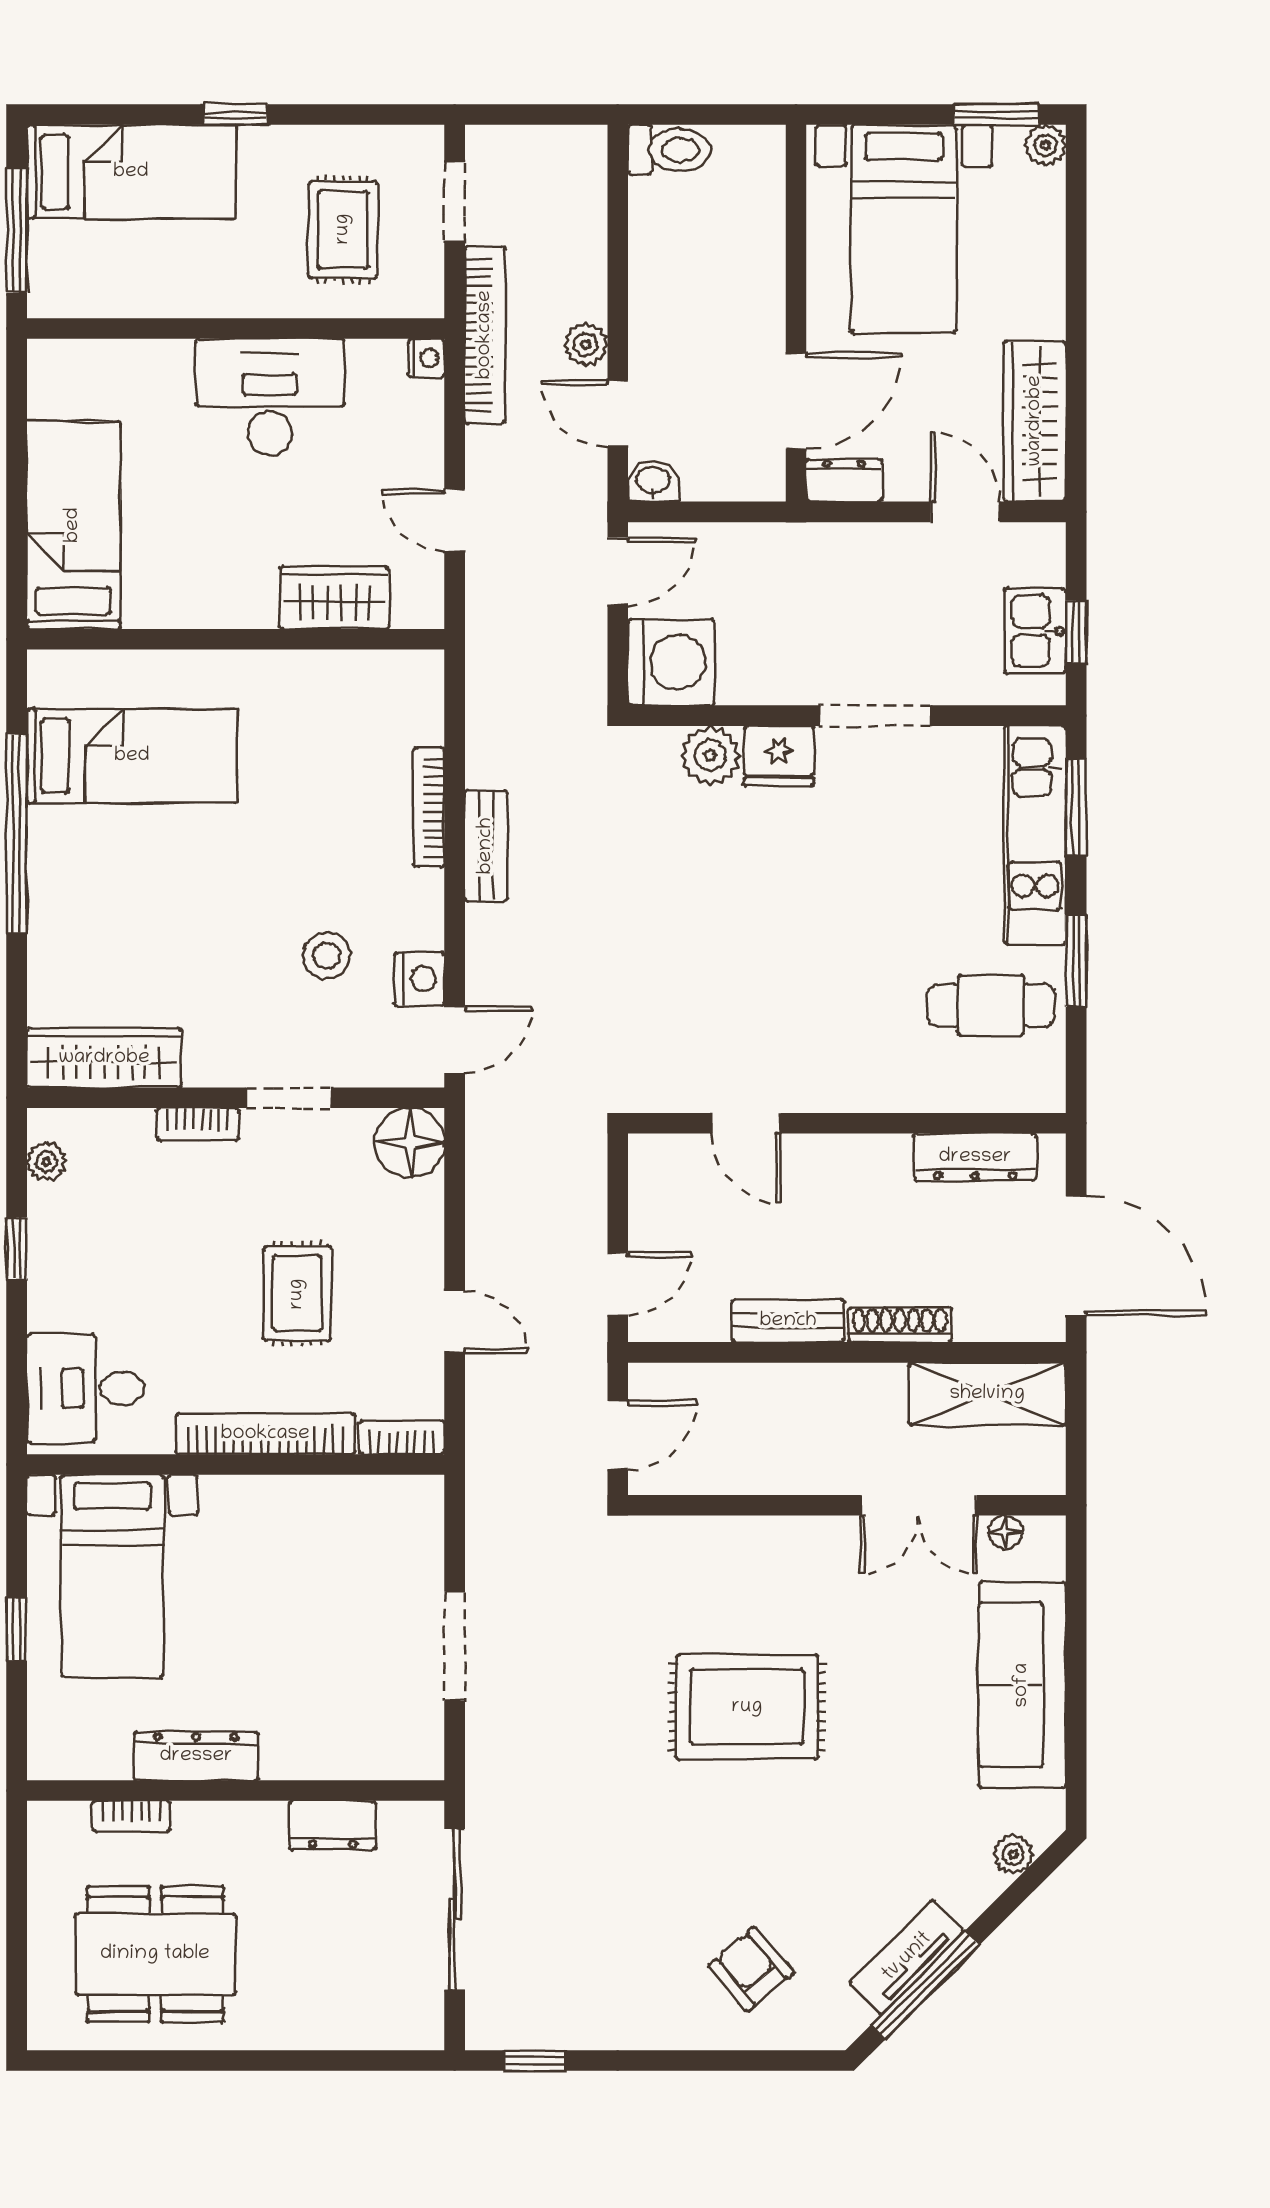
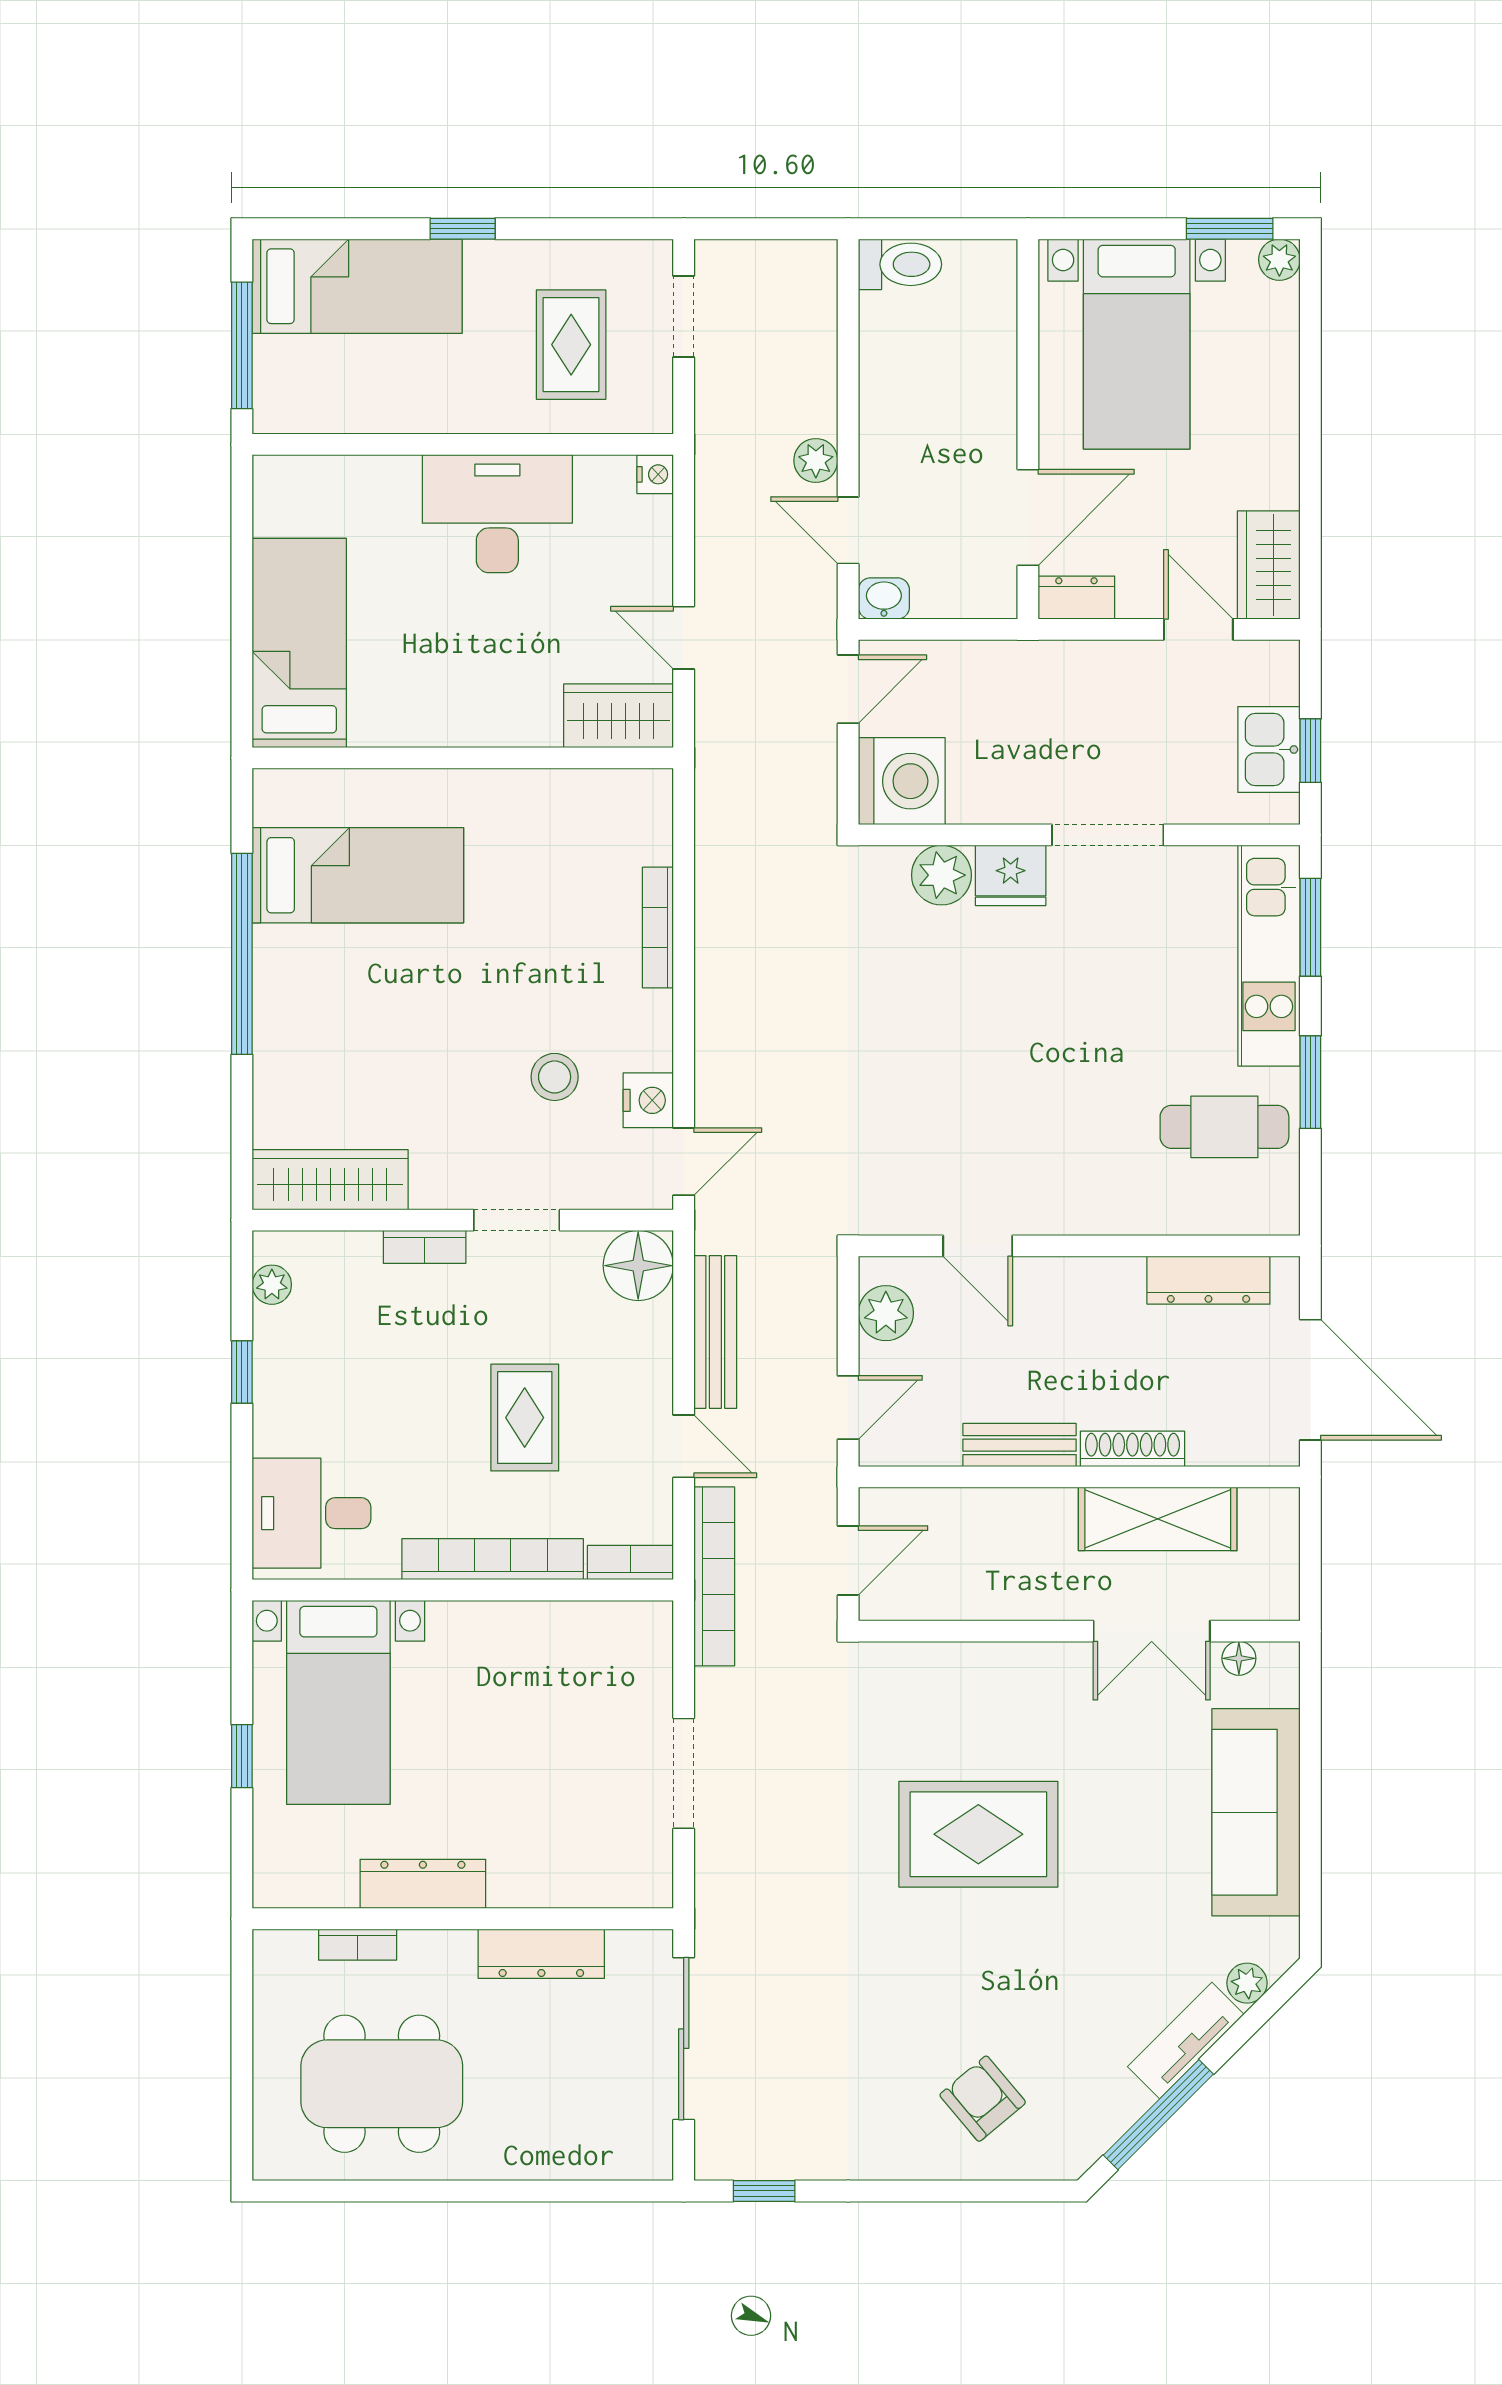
bookcase: (485, 335) -> (714, 1576), moved
wardrobe: (1035, 421) -> (1269, 565), width x0.67
wardrobe: (334, 598) -> (619, 716), moved
bench: (486, 846) -> (715, 1332), moved, width x1.36
plant: (655, 1190) -> (886, 1313), added
shelving: (987, 1394) -> (1158, 1519), moved
dresser: (333, 1825) -> (541, 1954), width x1.44
tv unit: (907, 1957) -> (1186, 2040), moved

